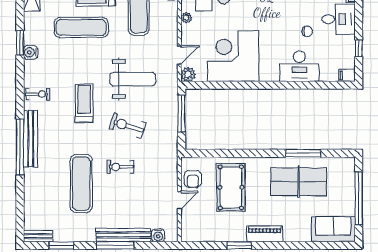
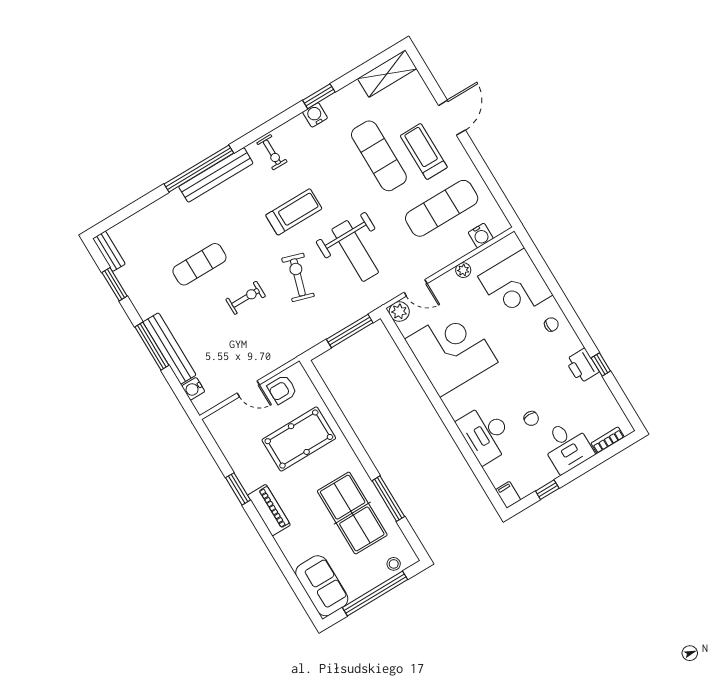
exercise bike: (120, 167) -> (246, 298), turned 90
stool: (347, 175) -> (394, 564), added
exercise mat: (81, 183) -> (199, 264), width x0.73, depth x0.69

